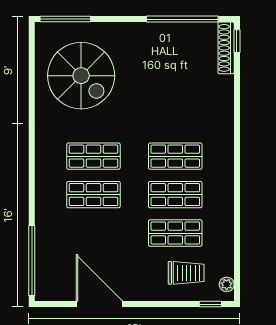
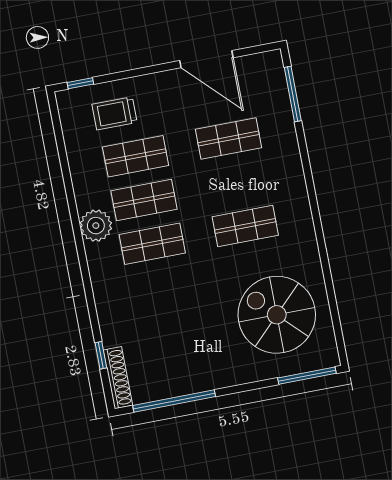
window: (237, 41) -> (101, 355), moved
shop shelf: (93, 195) -> (229, 139), moved
window: (32, 260) -> (293, 94), width x0.68
plant: (227, 284) -> (96, 226), moved, width x1.87, depth x1.87

